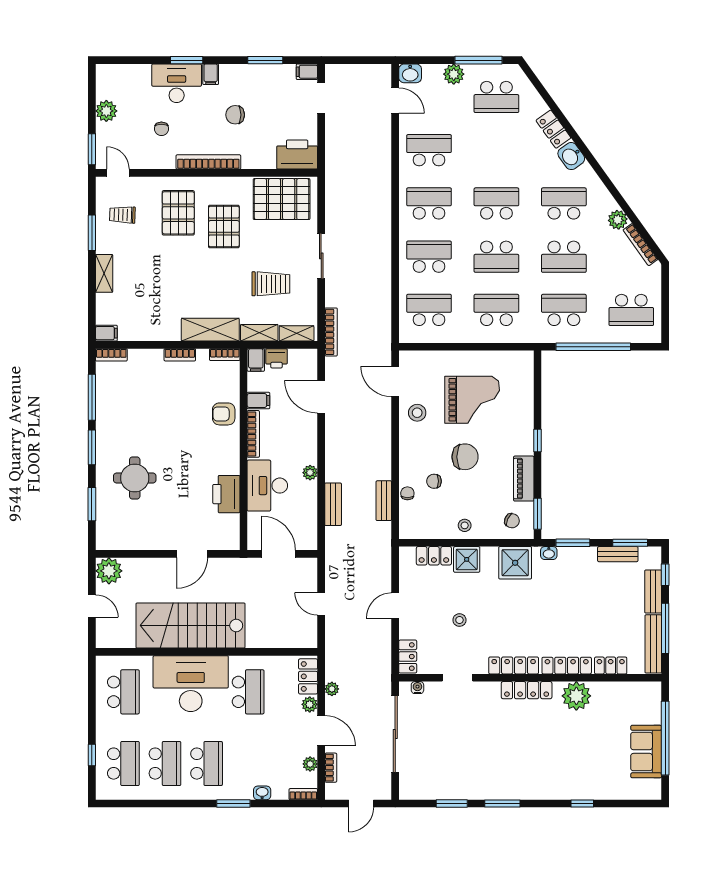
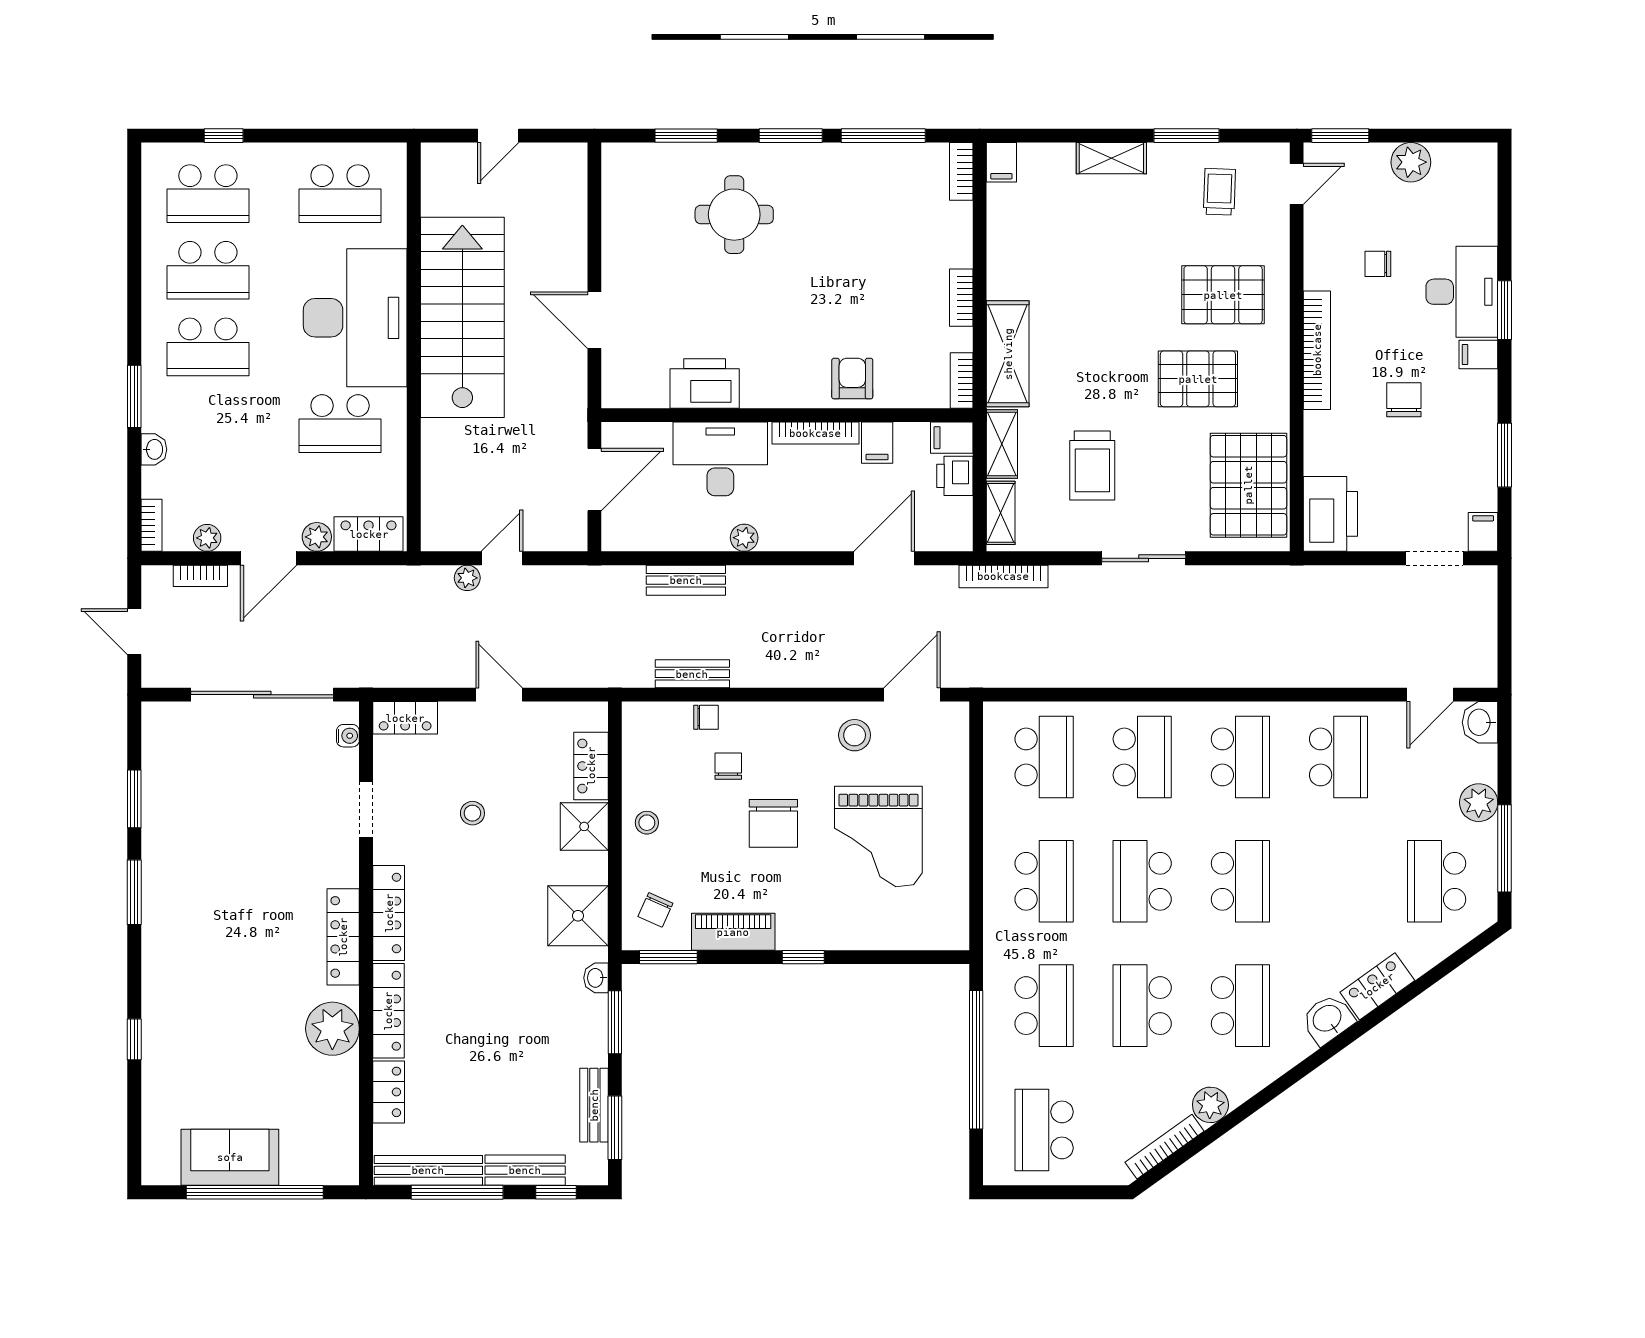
plant: (109, 571) -> (563, 167), removed
plant: (332, 689) -> (467, 578), moved

